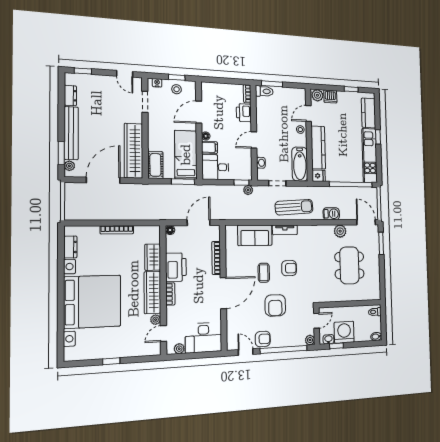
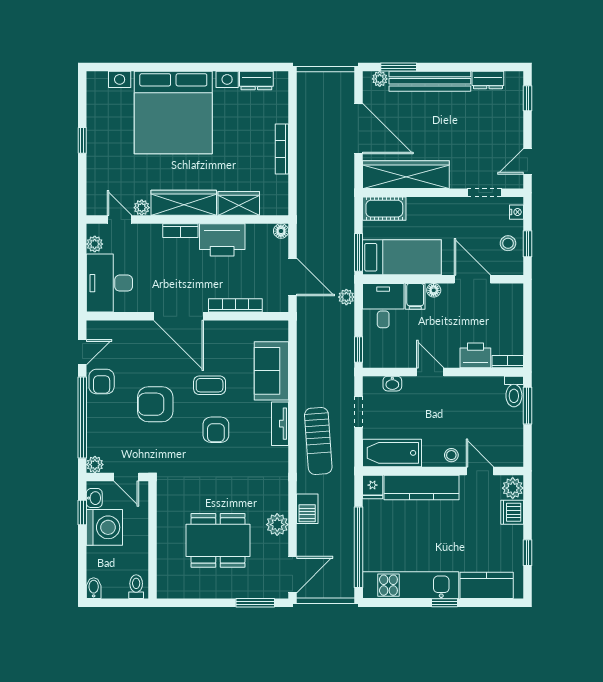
plant: (248, 190) -> (346, 297), moved

